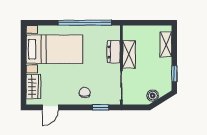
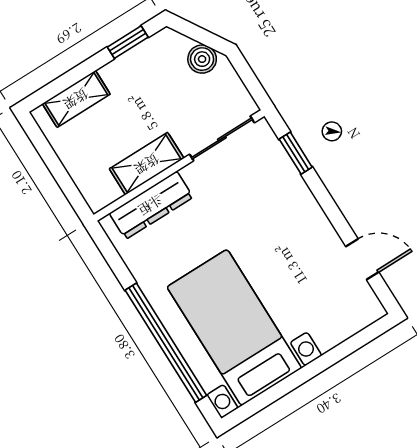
window: (85, 23) -> (166, 343), moved
dresser: (114, 52) -> (151, 205), width x1.44
wardrobe: (33, 87) -> (341, 323), removed
chair: (85, 93) -> (285, 206), removed

